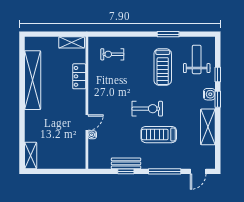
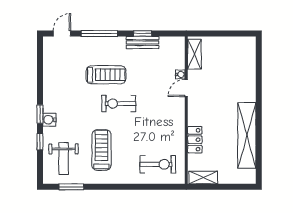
window: (168, 34) -> (71, 187), moved
exercise bike: (112, 54) -> (158, 164), width x1.38, depth x1.39
shelving: (208, 127) -> (51, 83), removed
shelving: (31, 155) -> (194, 54), moved

